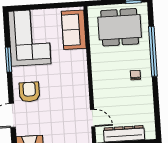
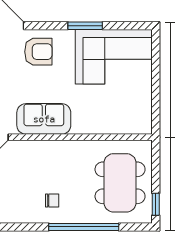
sofa: (74, 30) -> (44, 119), moved

